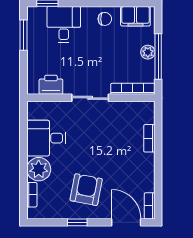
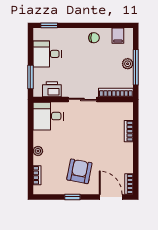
filing cabinet: (135, 16) -> (118, 36), width x0.50
desk: (64, 24) -> (47, 54), moved, turned -90
window: (24, 35) -> (30, 77), moved
desk: (46, 138) -> (48, 116), moved
plant: (39, 169) -> (38, 151), width x0.53, depth x0.53

